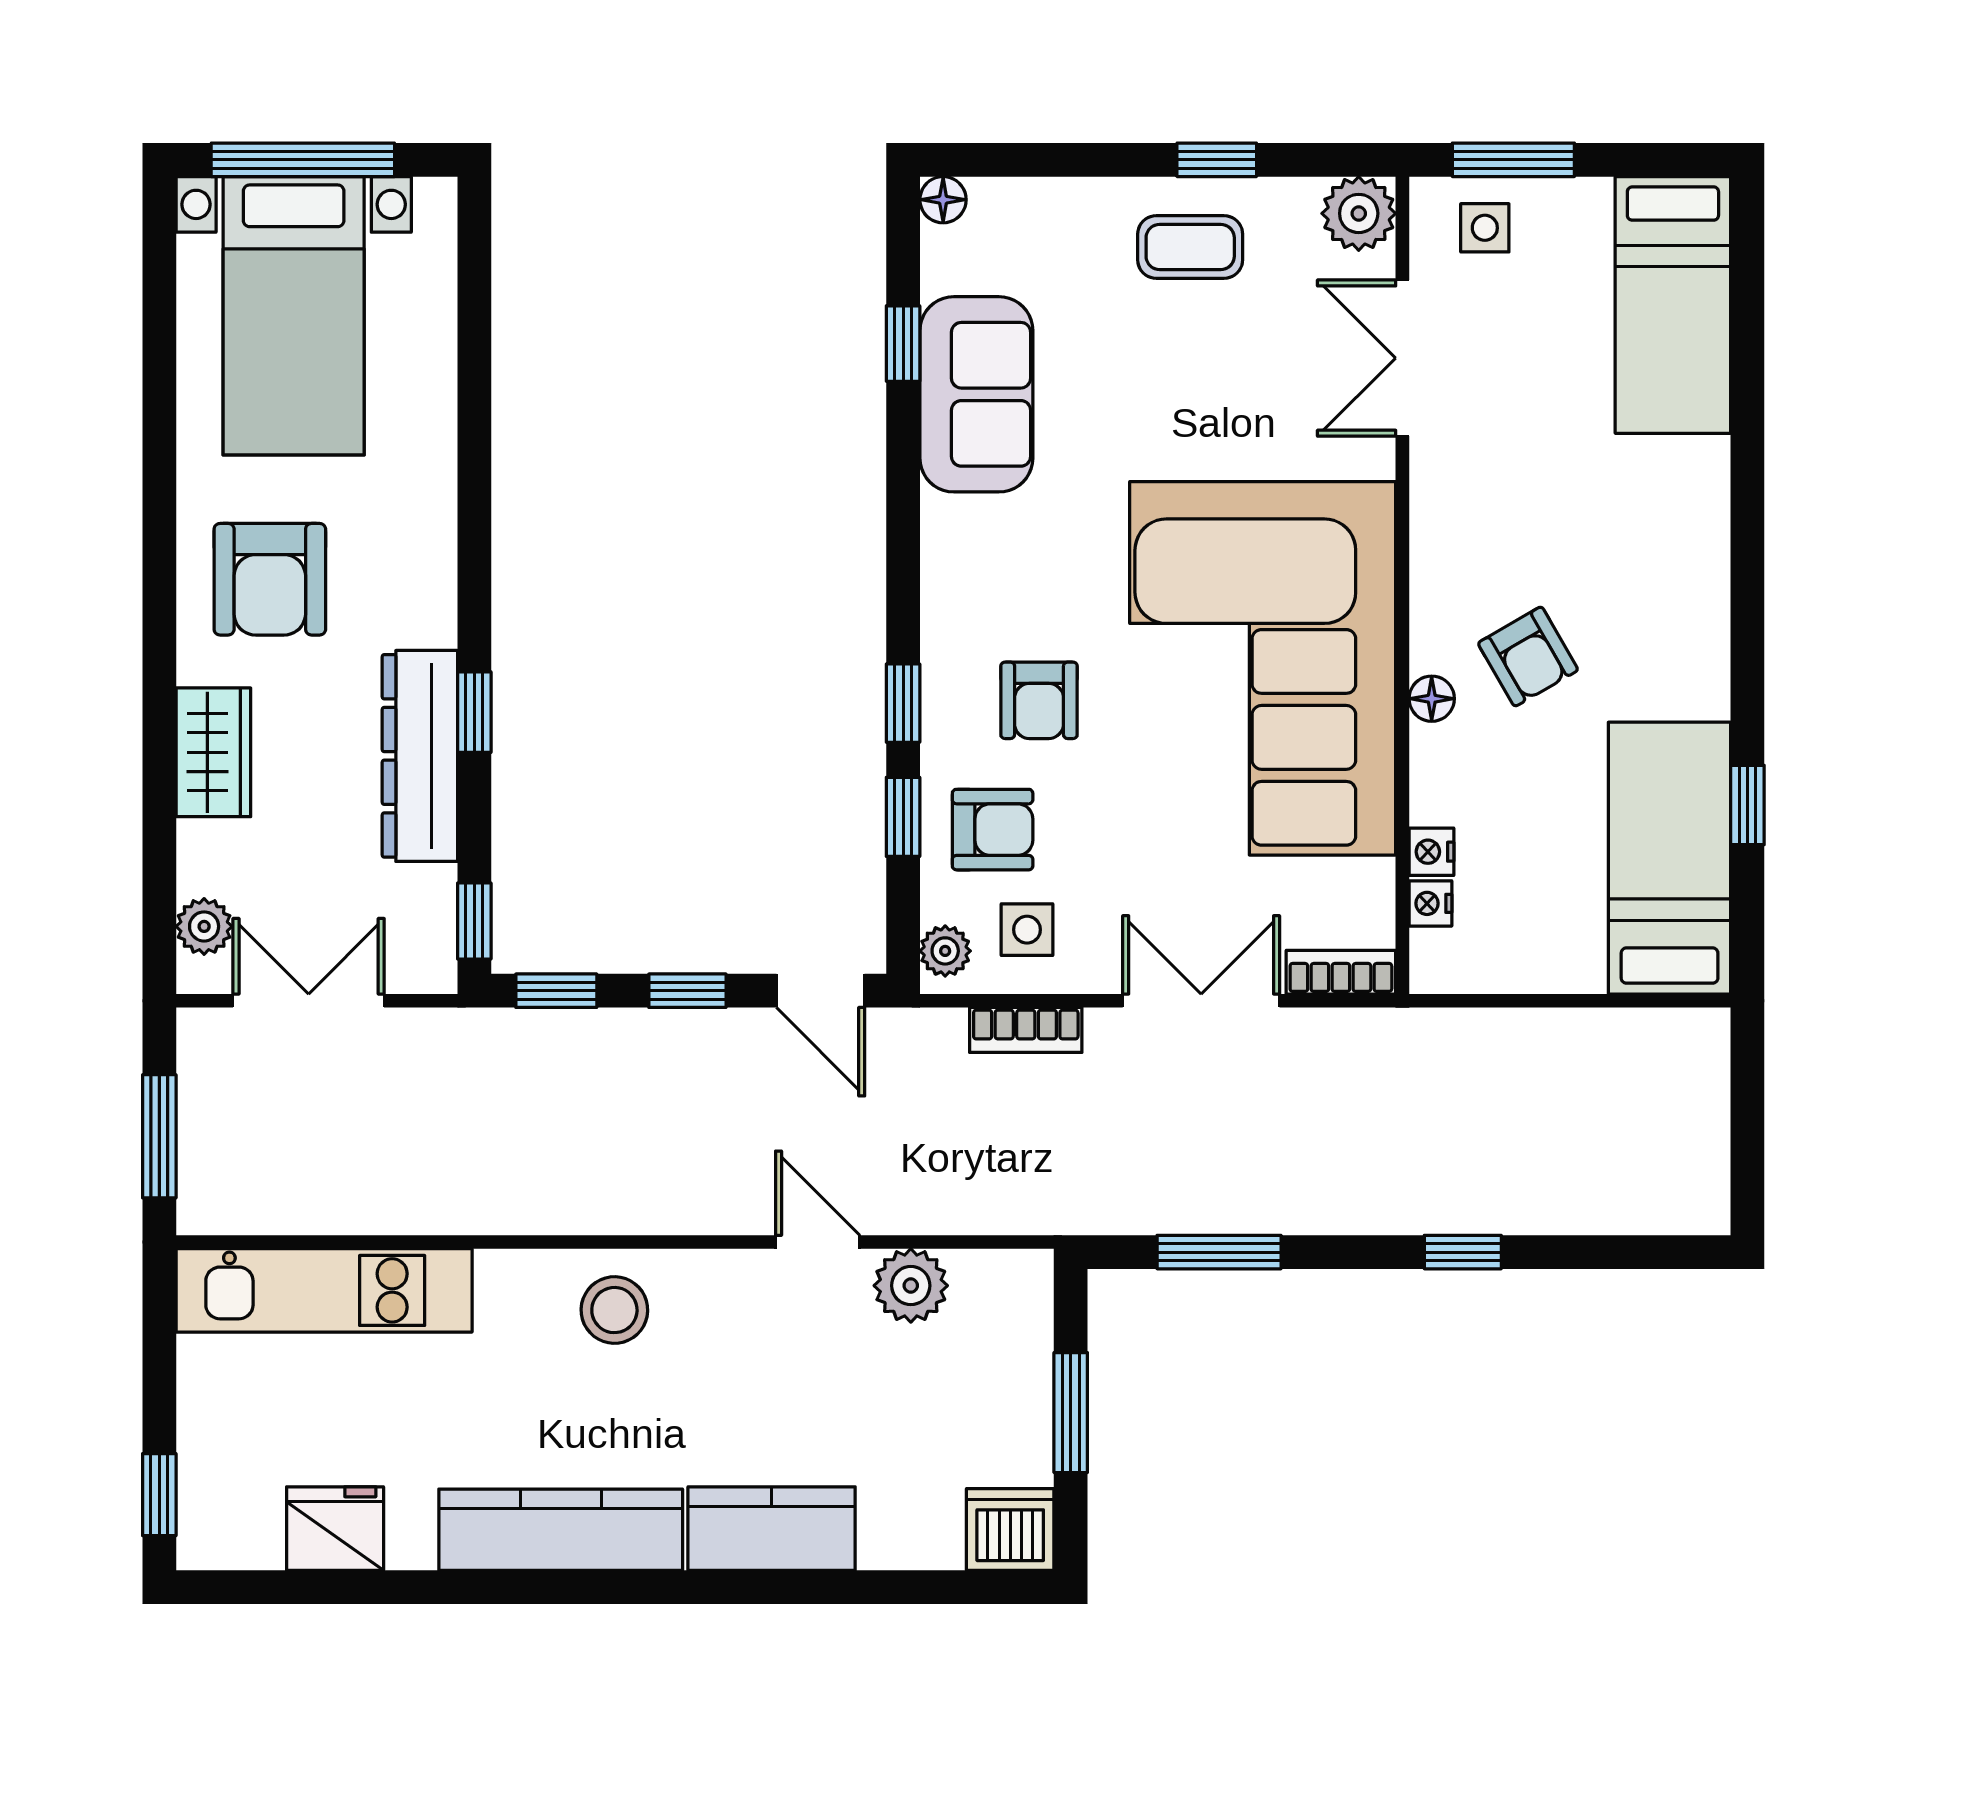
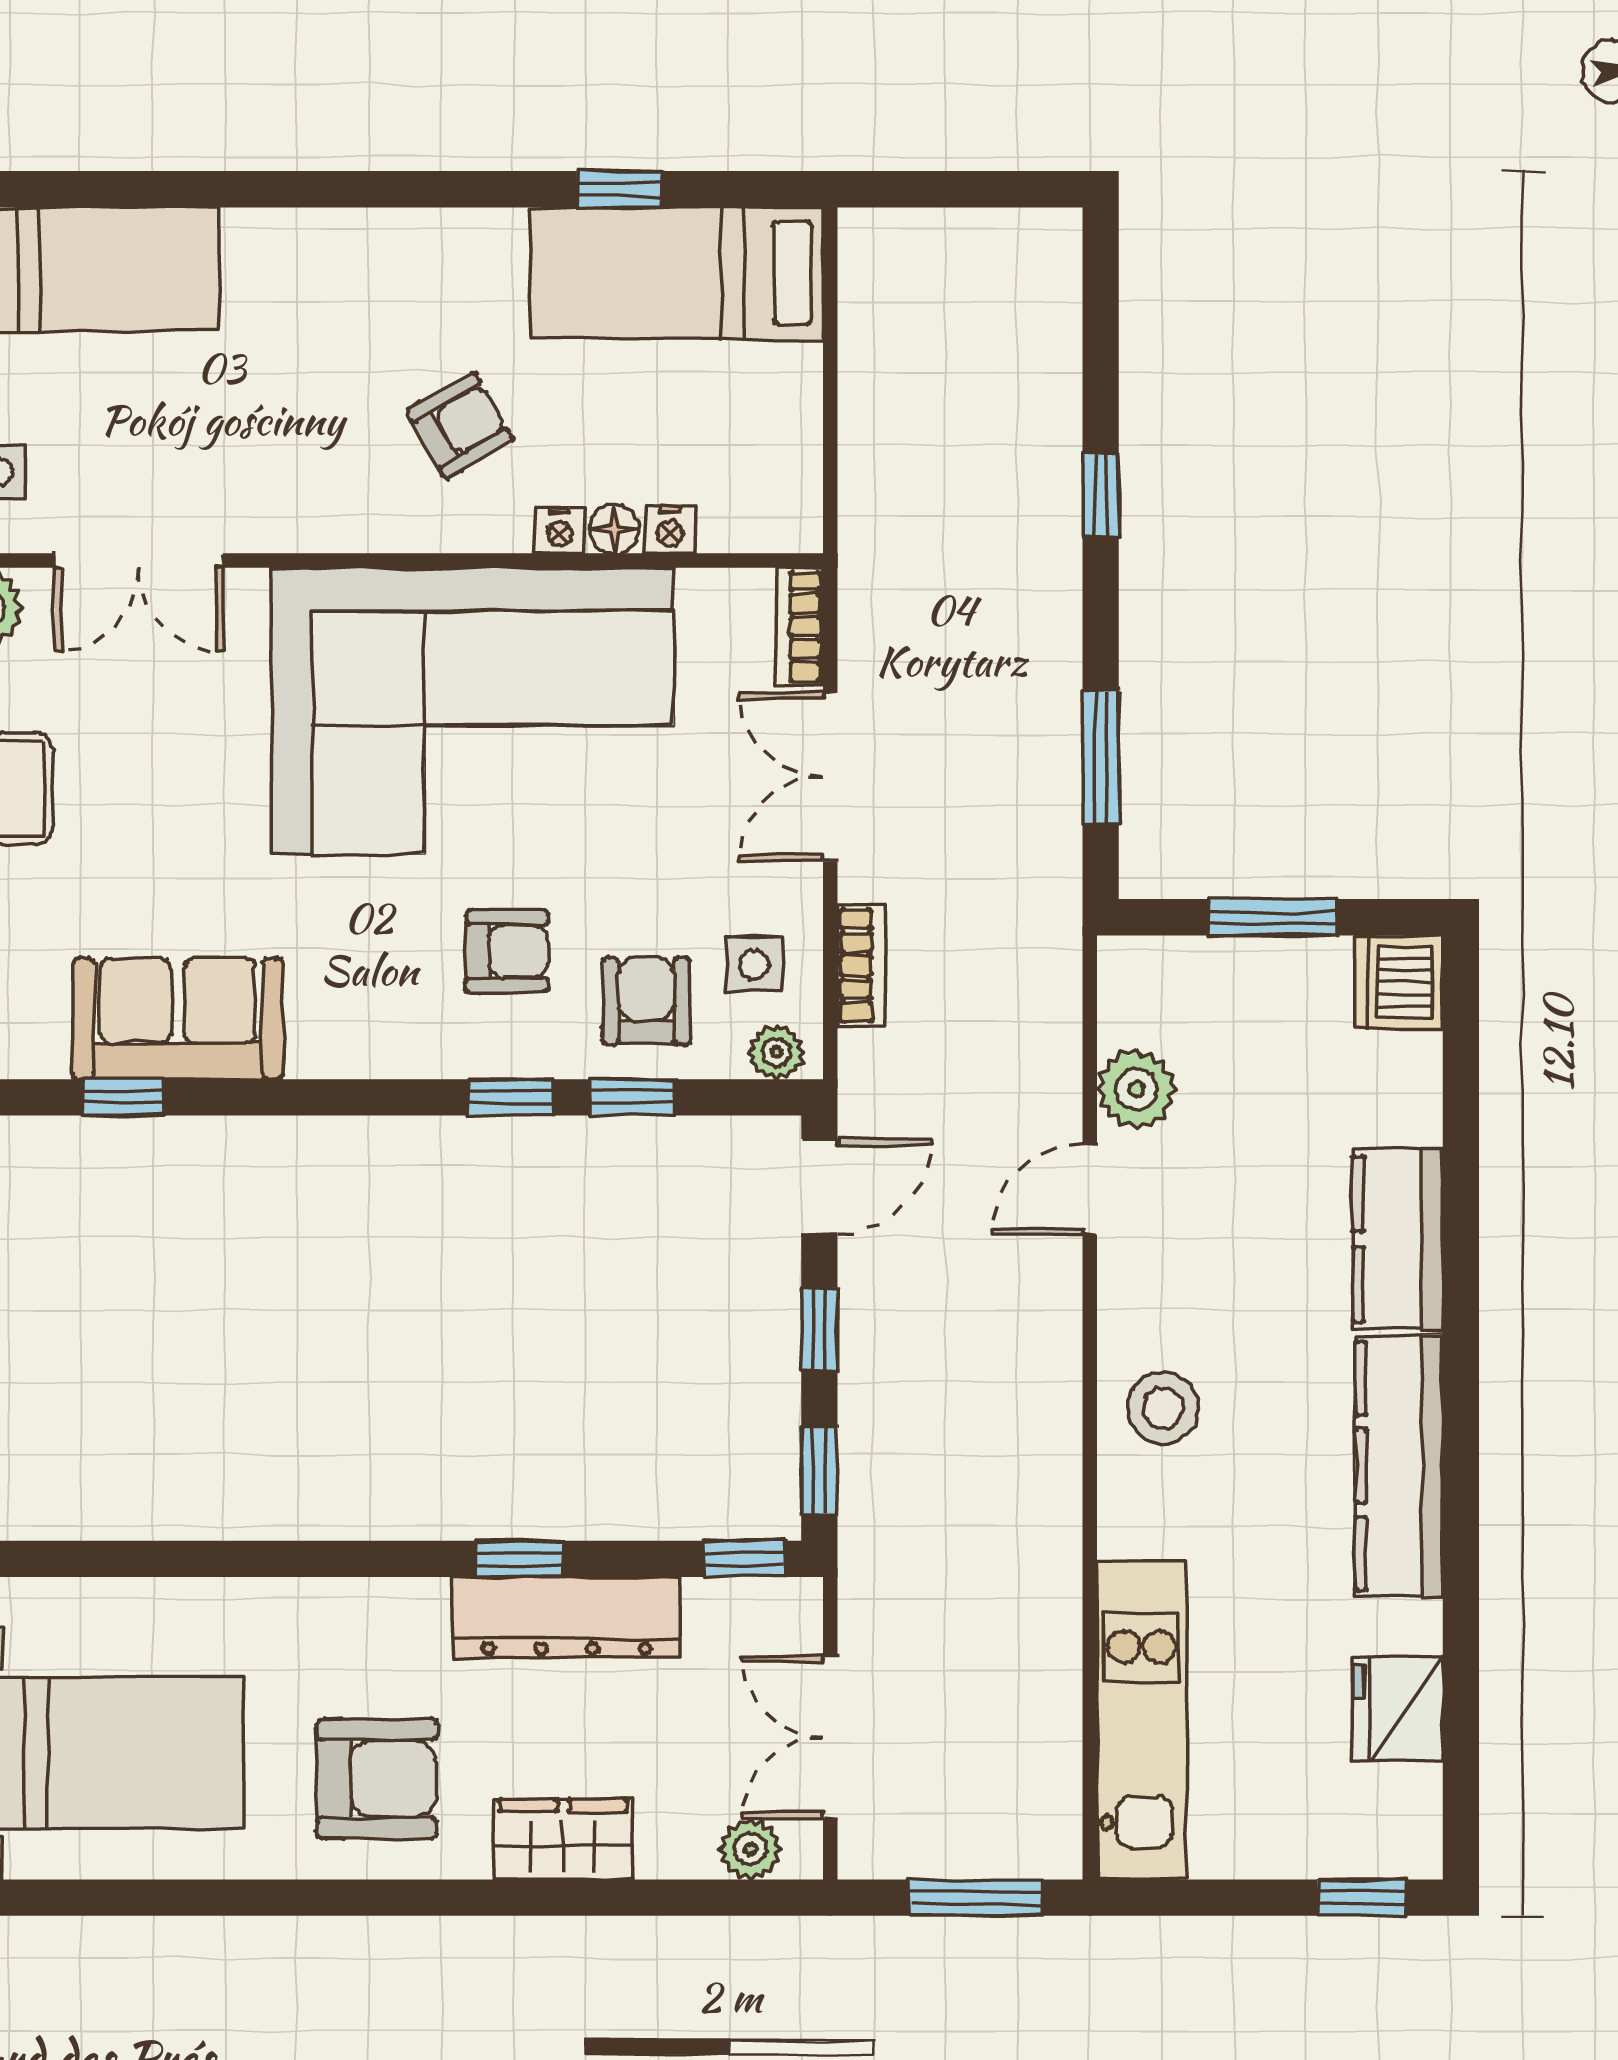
floor lamp: (1432, 699) -> (614, 529), moved
nightstand: (1430, 903) -> (560, 530), moved

